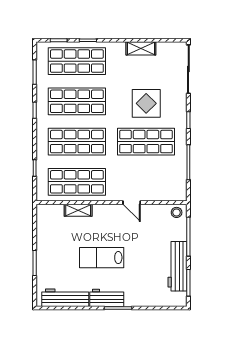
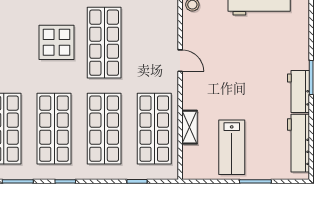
door: (132, 203) -> (180, 61), hinge flipped
lab bench: (102, 258) -> (232, 147), moved

